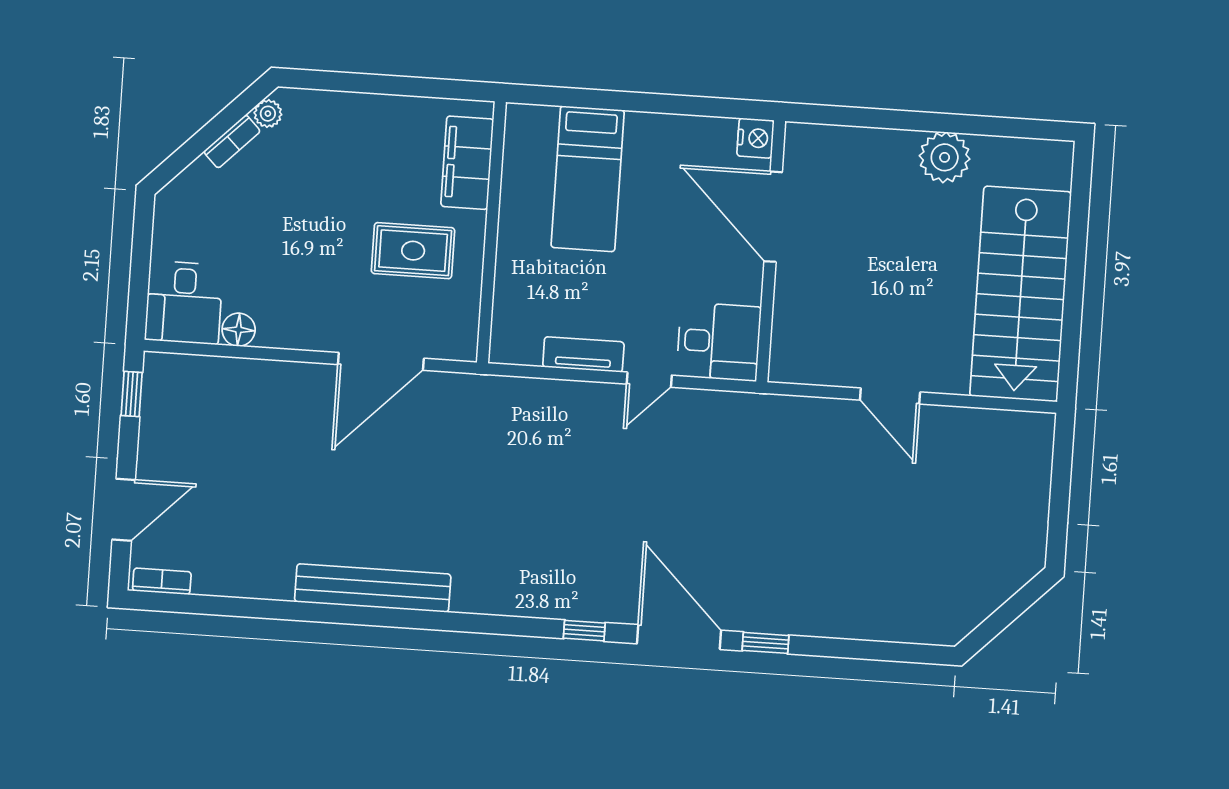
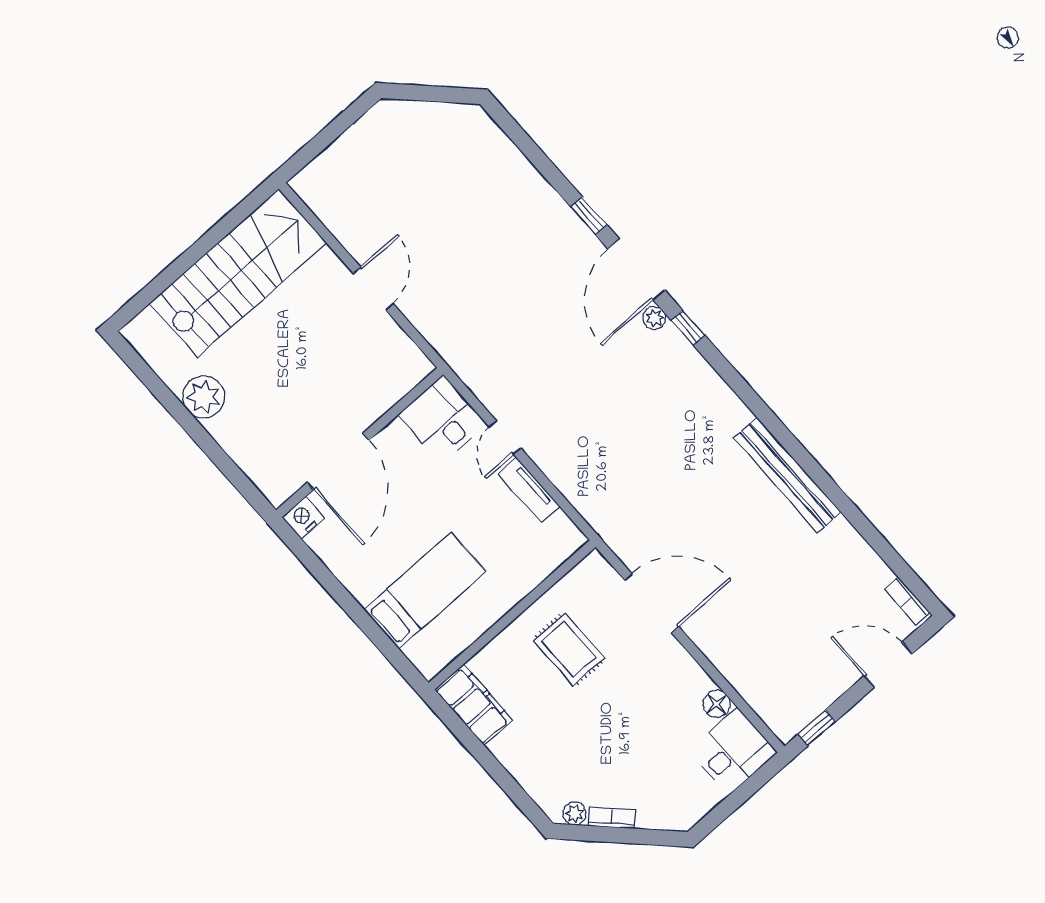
filing cabinet: (467, 163) -> (474, 705), moved, turned -90
door: (649, 380) -> (505, 437), swing flipped
plant: (622, 610) -> (654, 318), added

